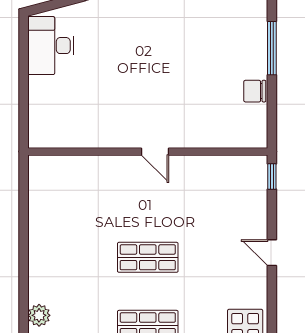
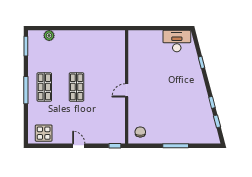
chair: (255, 91) -> (140, 132), moved
door: (272, 253) -> (79, 146), hinge flipped

